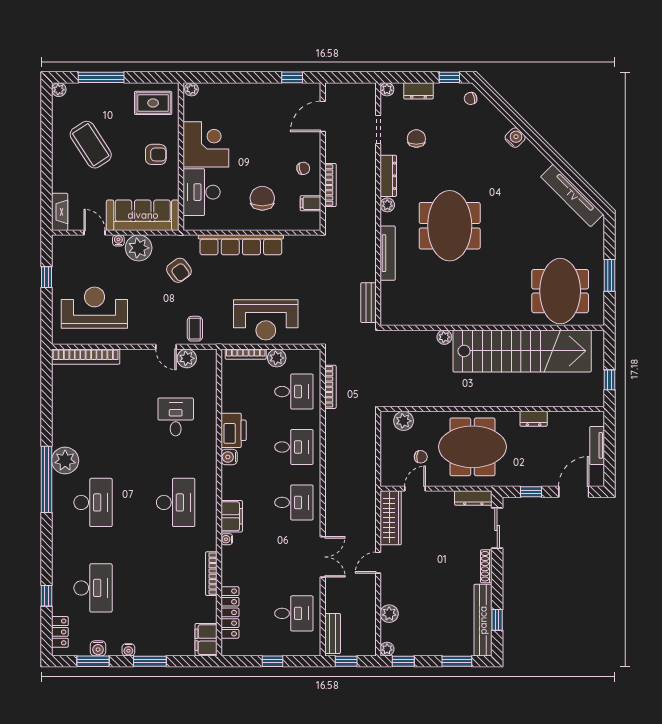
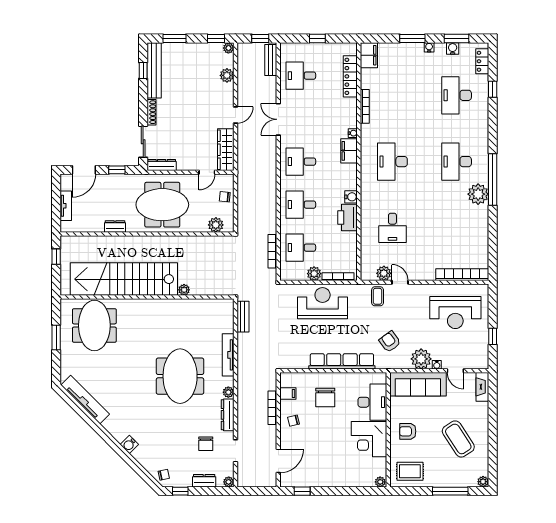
chair: (421, 457) -> (225, 197), moved

